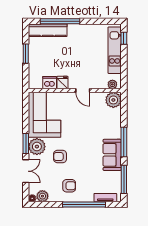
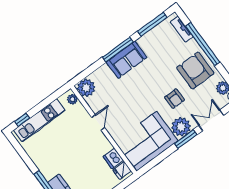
fridge: (63, 83) -> (122, 170), moved
sofa: (112, 155) -> (127, 60), moved
armchair: (69, 186) -> (195, 70), width x1.88, depth x1.88

